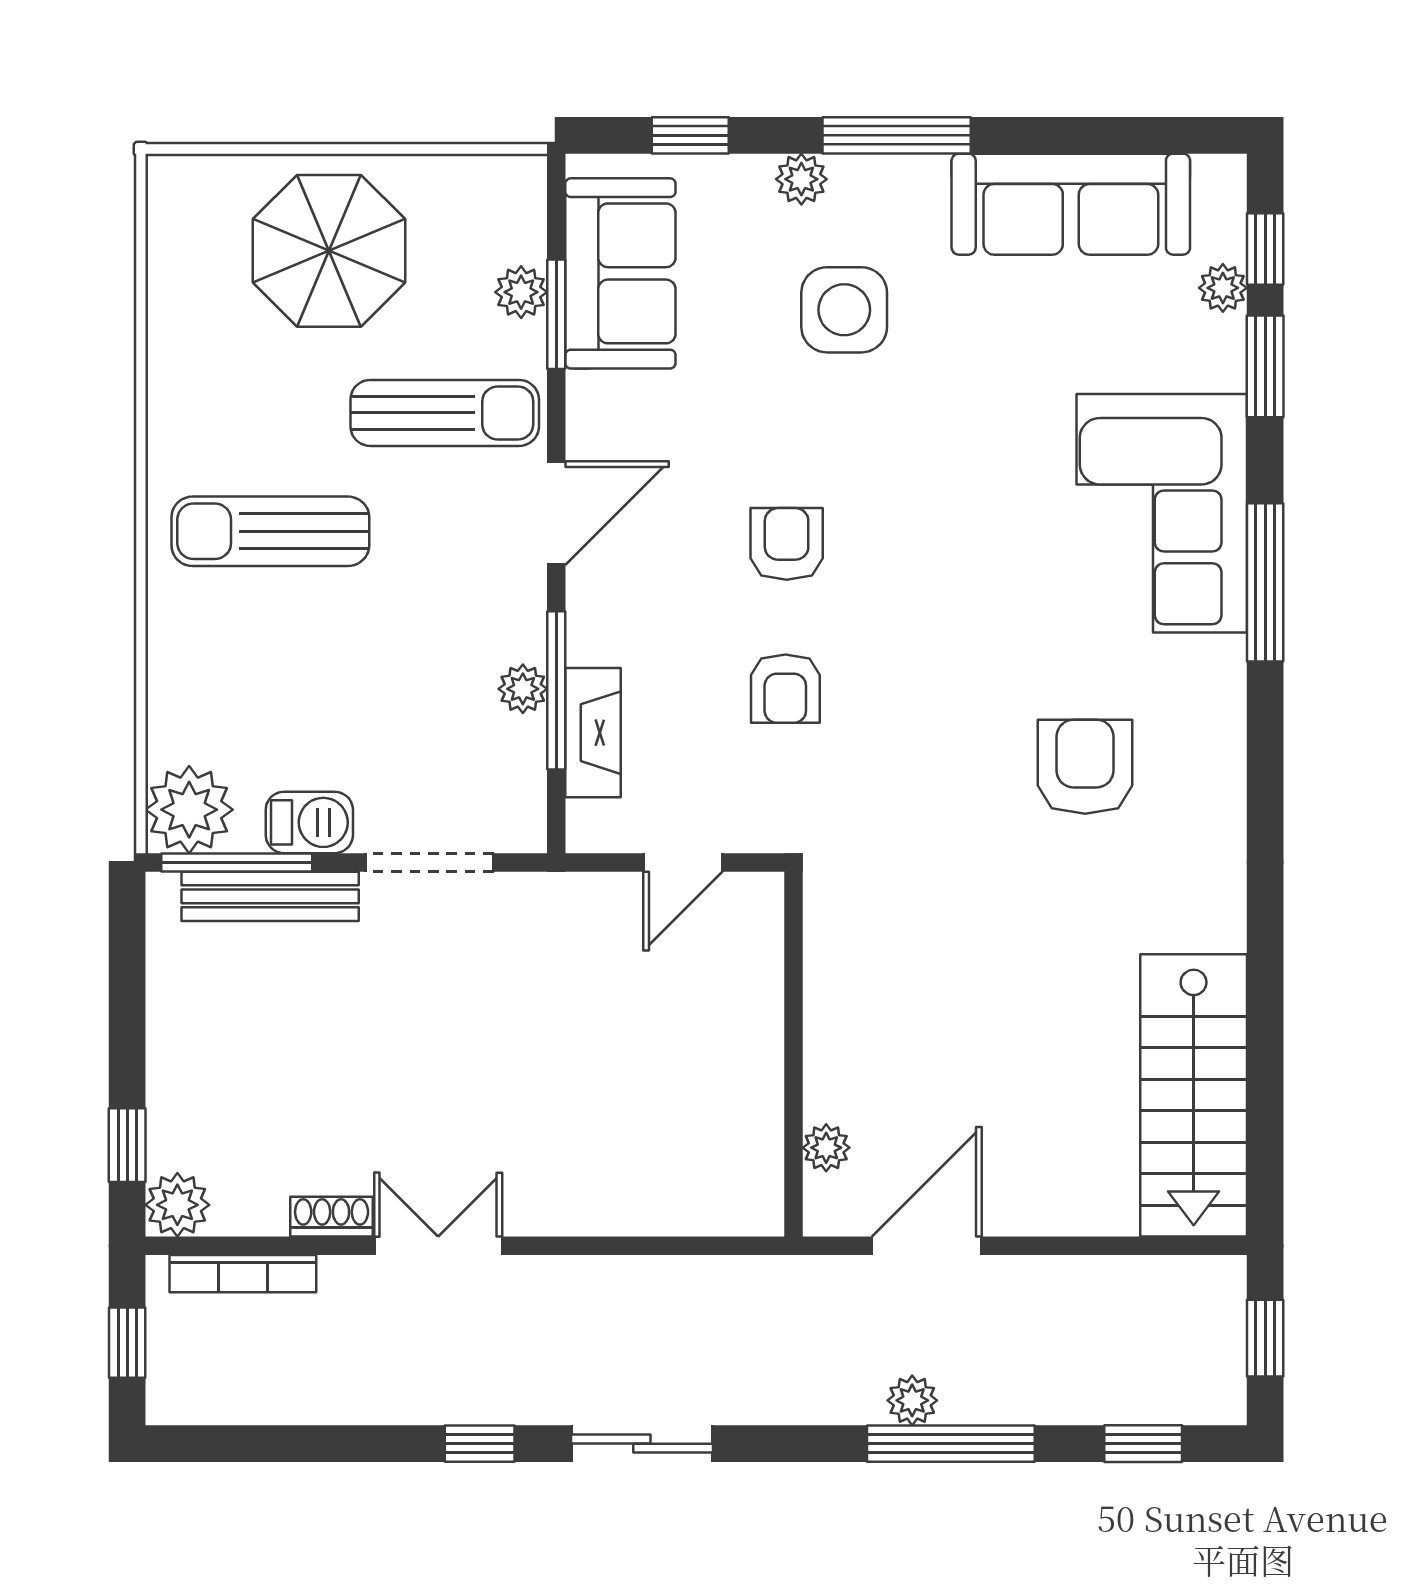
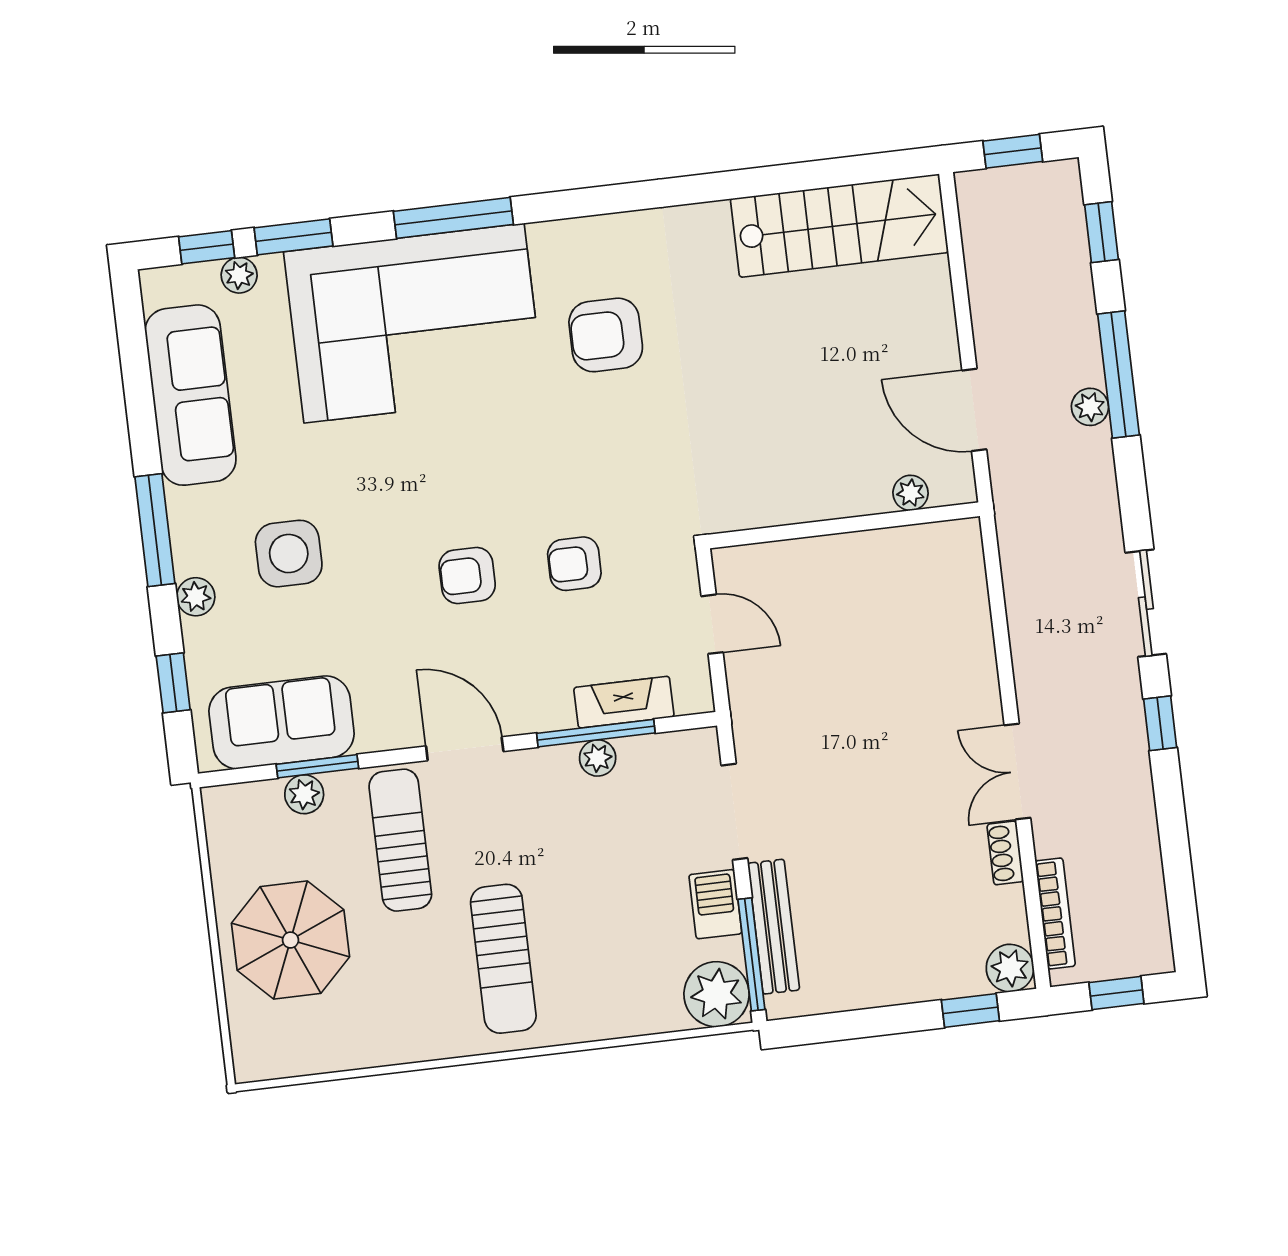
corner sofa: (1162, 513) -> (414, 323), width x1.36, depth x1.36
armchair: (785, 689) -> (574, 564), turned 180

